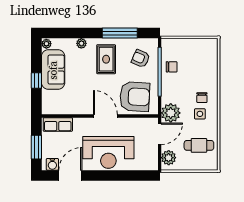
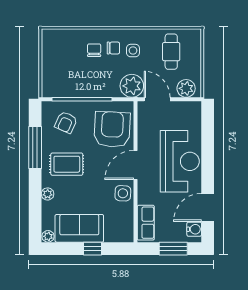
chair: (172, 67) -> (94, 50), moved
side table: (82, 105) -> (123, 193), added
door: (70, 175) -> (208, 207), hinge flipped

